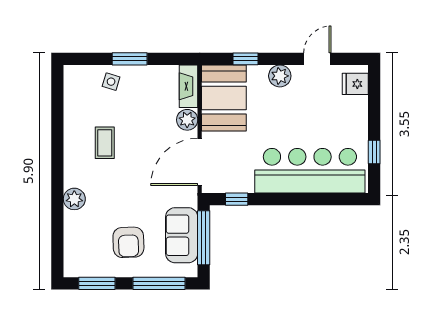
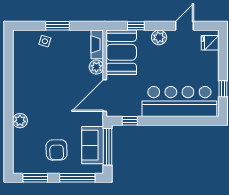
coffee table: (105, 143) -> (41, 83), removed

